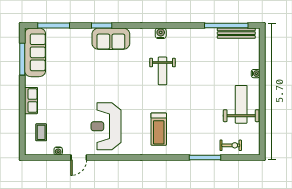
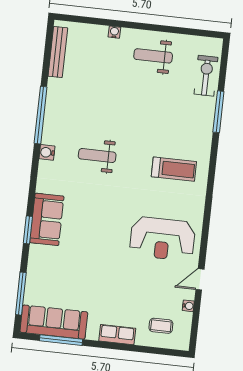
window: (226, 25) -> (41, 115), moved
weight bench: (162, 71) -> (97, 156), turned 180
weight bench: (241, 104) -> (153, 56), width x0.73, depth x0.75
exercise bike: (231, 145) -> (206, 76), width x1.38, depth x1.39
door: (79, 158) -> (200, 279), swing flipped

